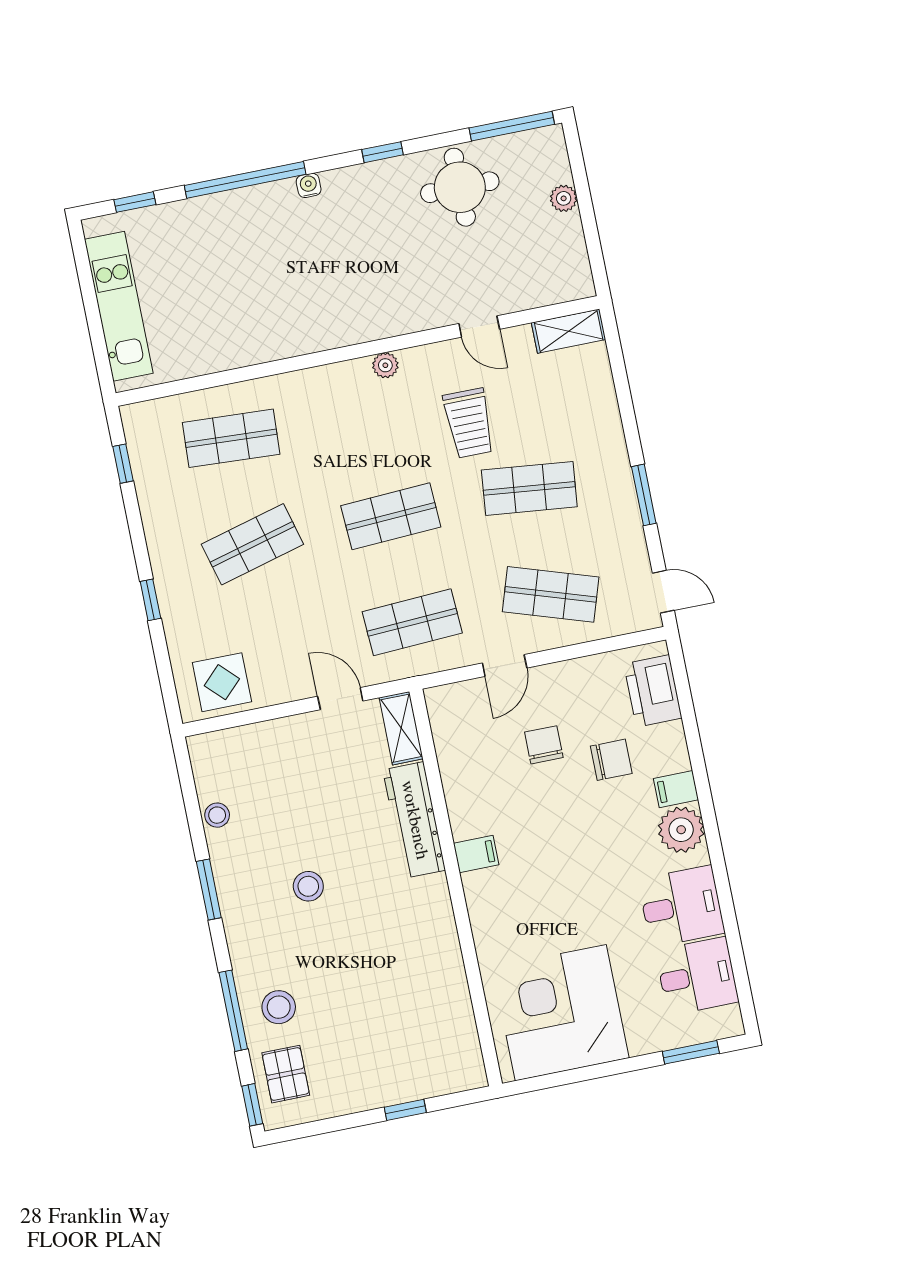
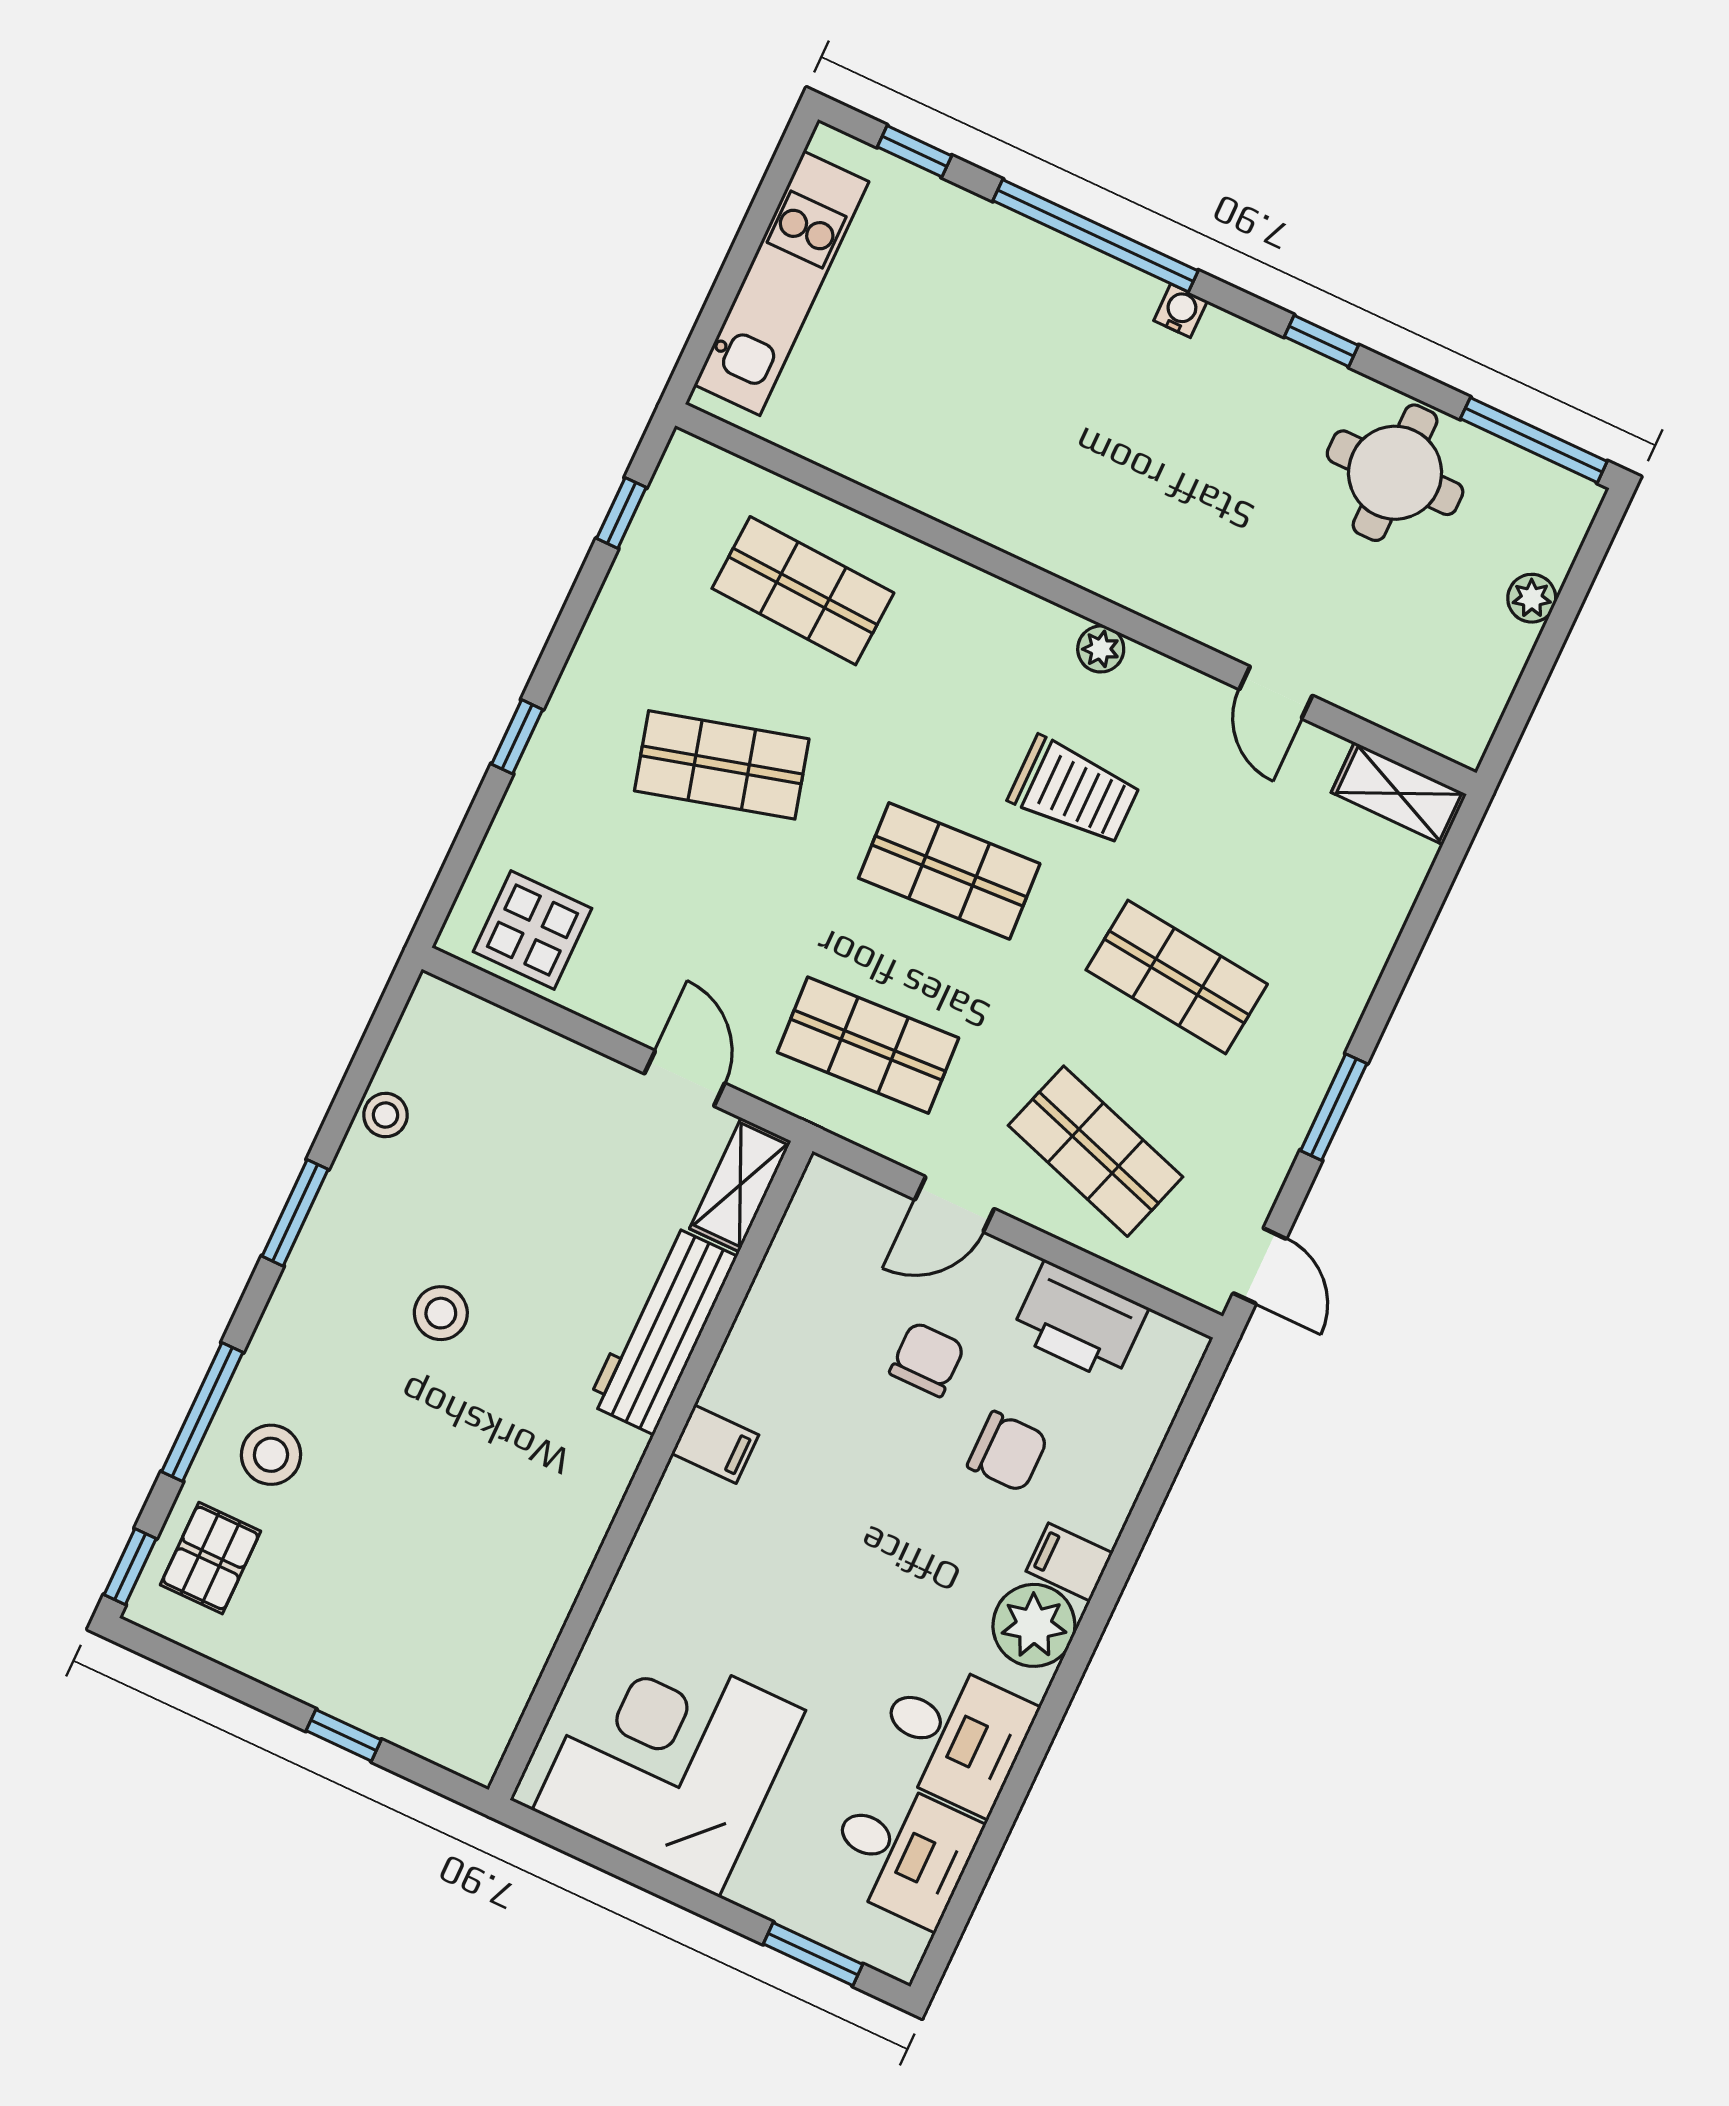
trolley: (469, 423) -> (1074, 791), moved, turned -90
printer: (653, 691) -> (1080, 1321), moved, turned -90

